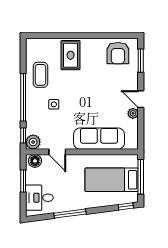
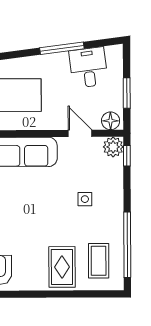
coffee table: (40, 75) -> (99, 261), moved
window: (23, 97) -> (127, 245), moved
desk: (39, 198) -> (88, 67), moved, turned -97

